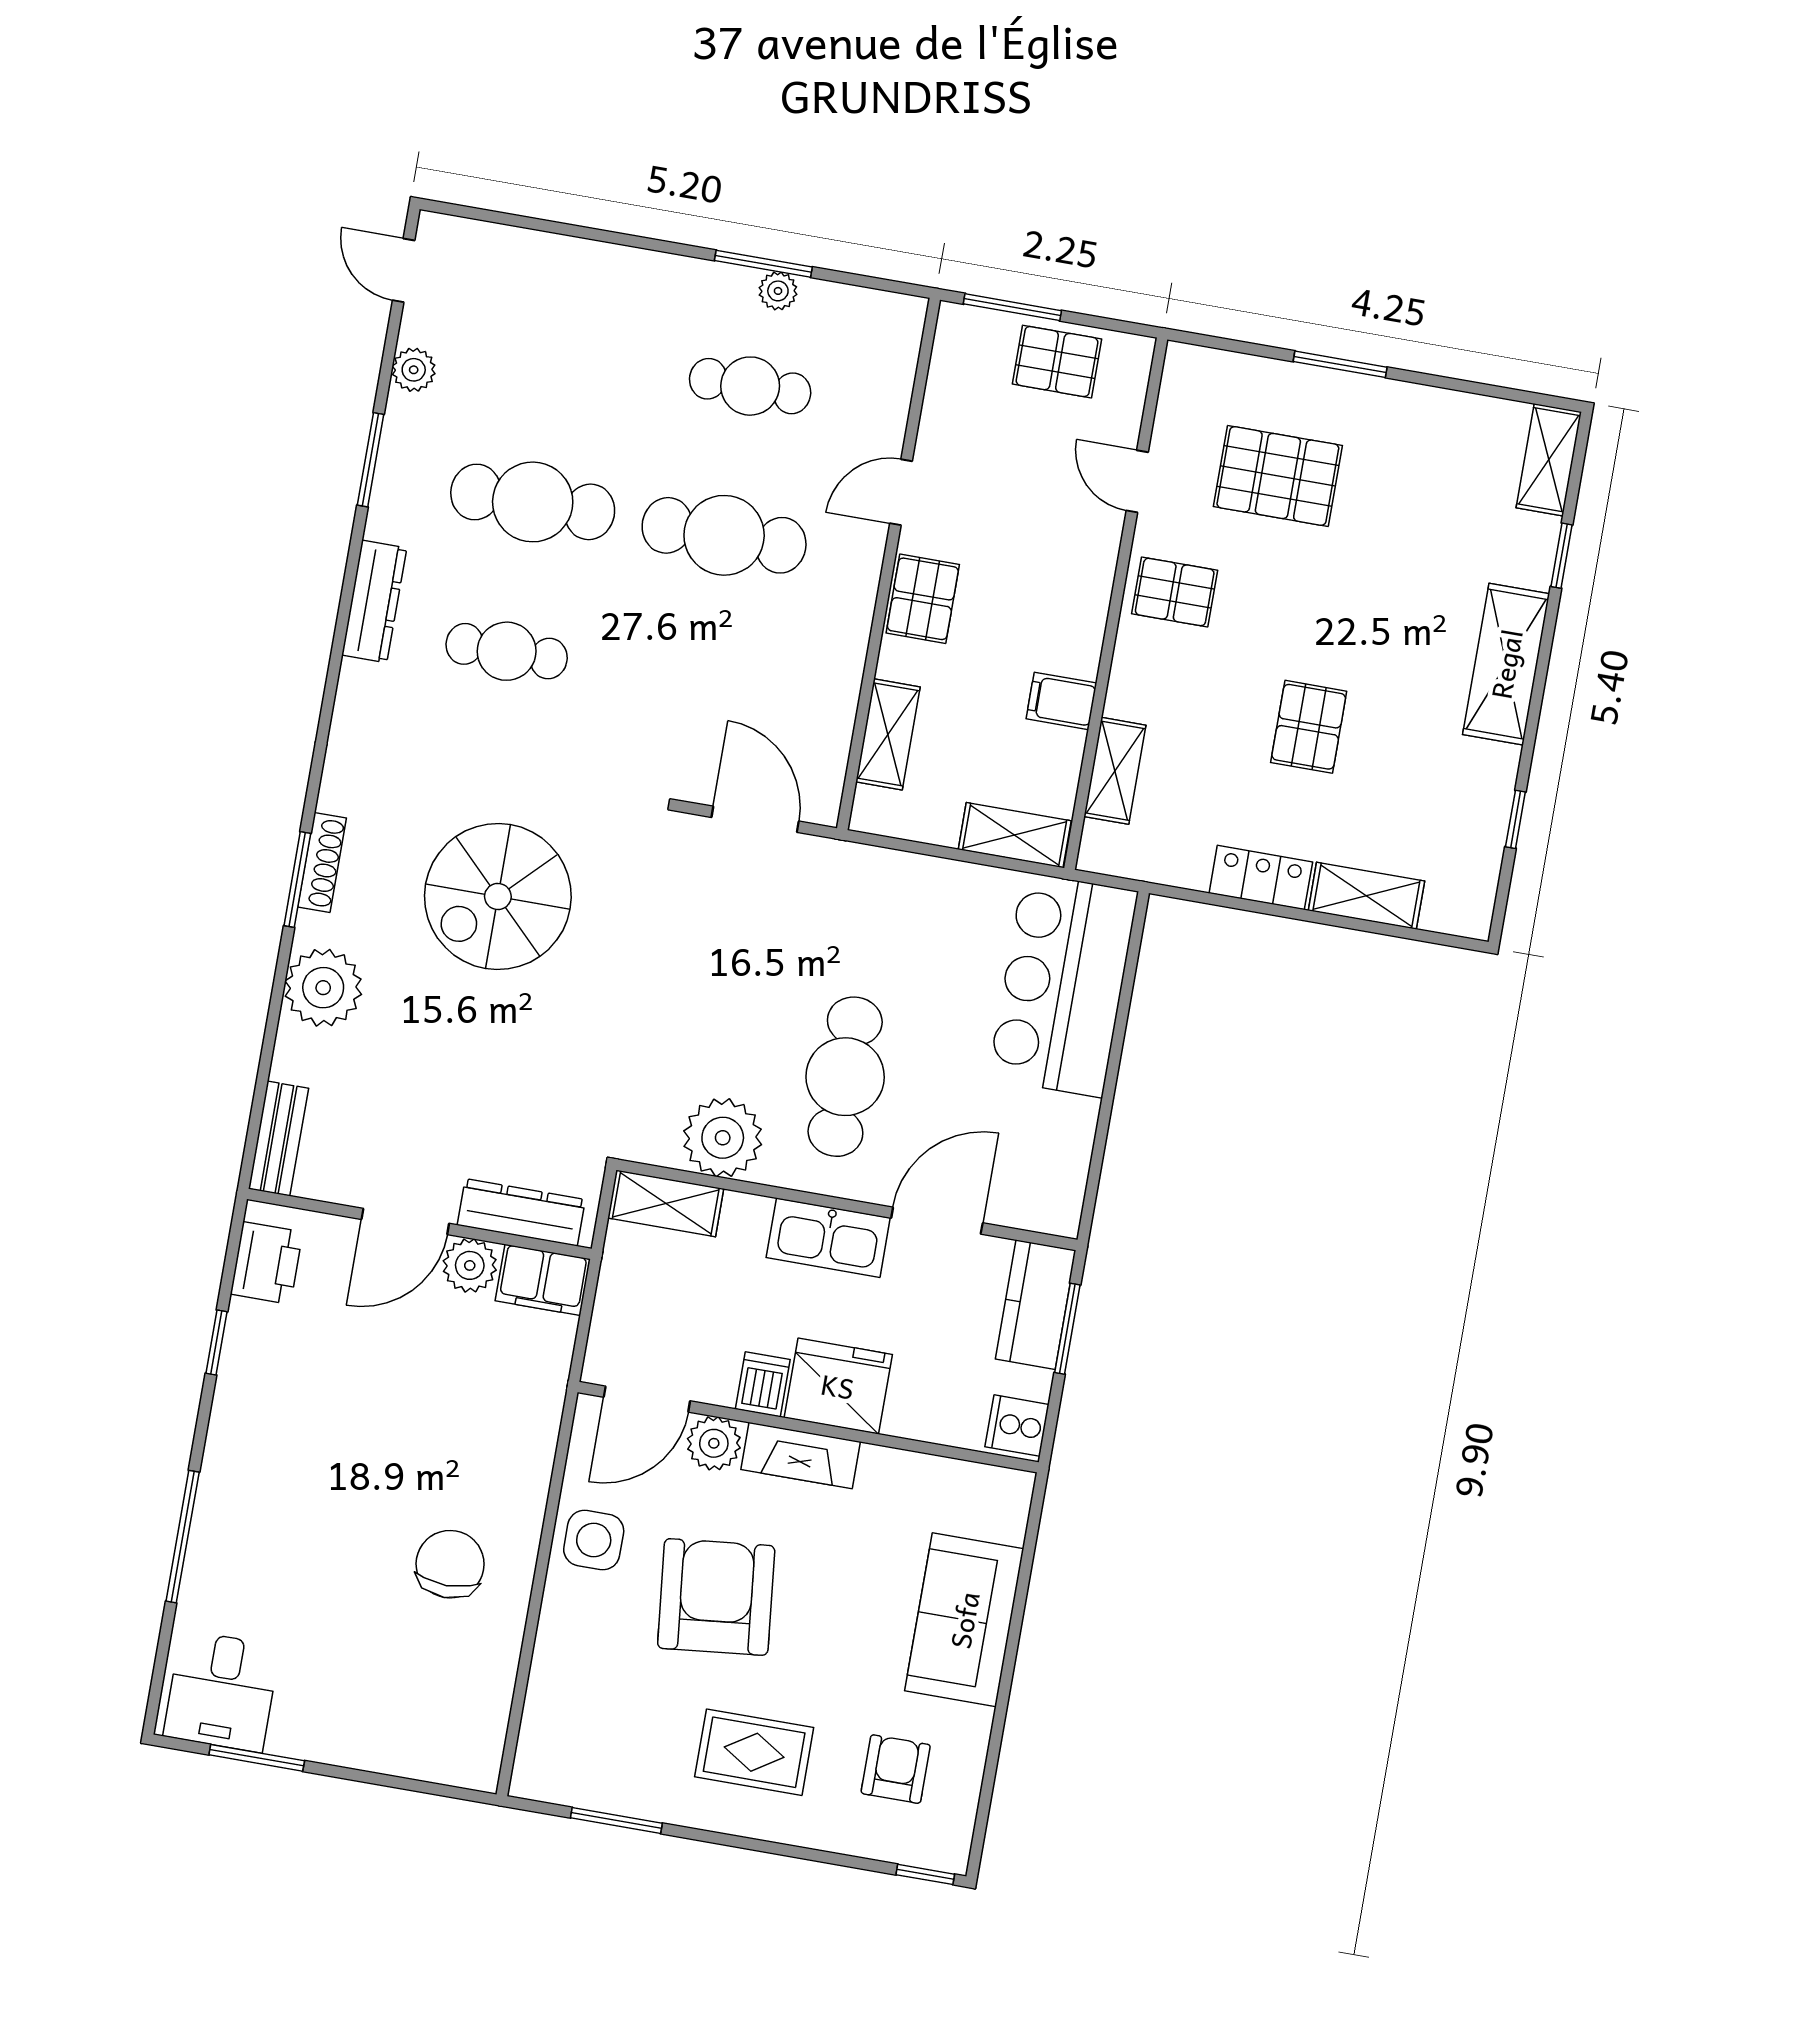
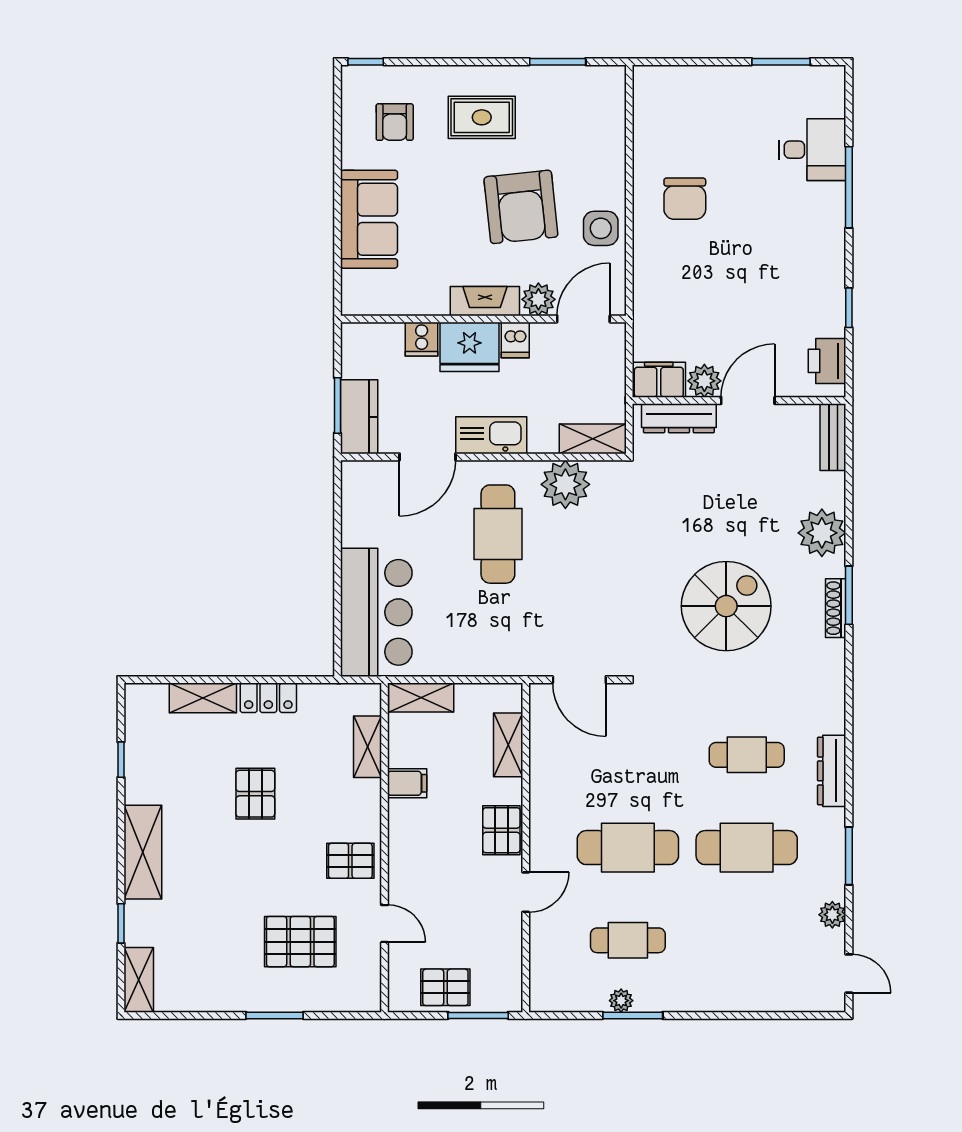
cooker: (1017, 1426) -> (422, 339), moved, turned 90
desk: (222, 1691) -> (812, 150), moved, turned 90

